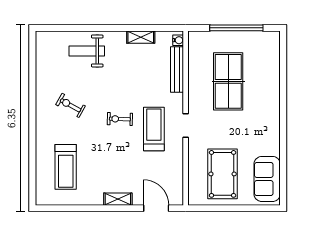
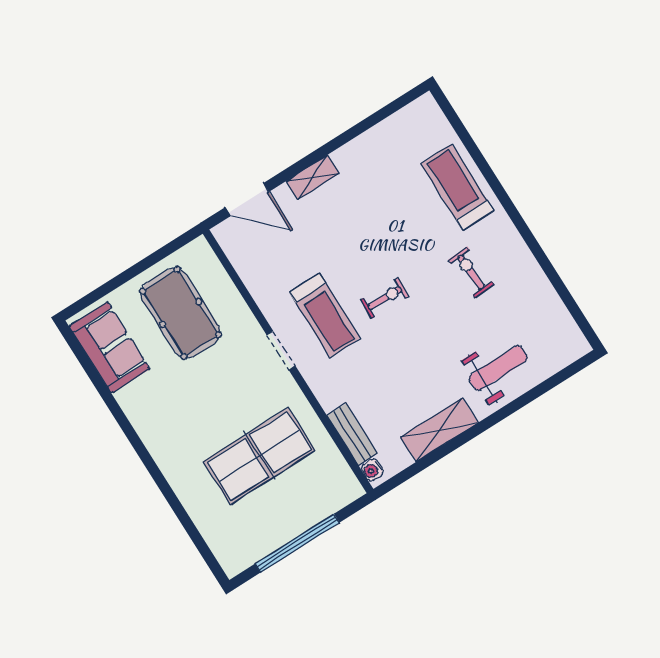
shelving: (141, 37) -> (439, 430), width x1.50, depth x1.33
bench: (177, 70) -> (352, 434), width x0.73
table tennis table: (228, 81) -> (259, 456), turned 90
exercise bike: (71, 105) -> (471, 272), turned -122
treadmill: (66, 167) -> (457, 187), moved

